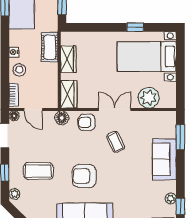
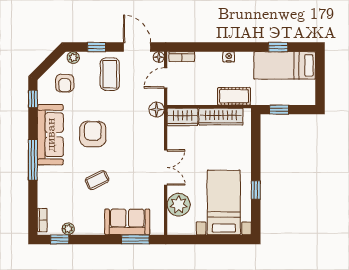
wardrobe: (68, 59) -> (221, 117), width x1.50
stool: (19, 70) -> (209, 63), removed
armchair: (87, 122) -> (65, 83), moved, turned 180
coffee table: (116, 142) -> (97, 180), moved
sofa: (164, 159) -> (127, 222), moved
coffee table: (38, 171) -> (110, 74), moved

